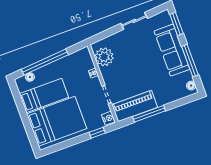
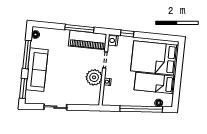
plant: (104, 57) -> (94, 77), moved

